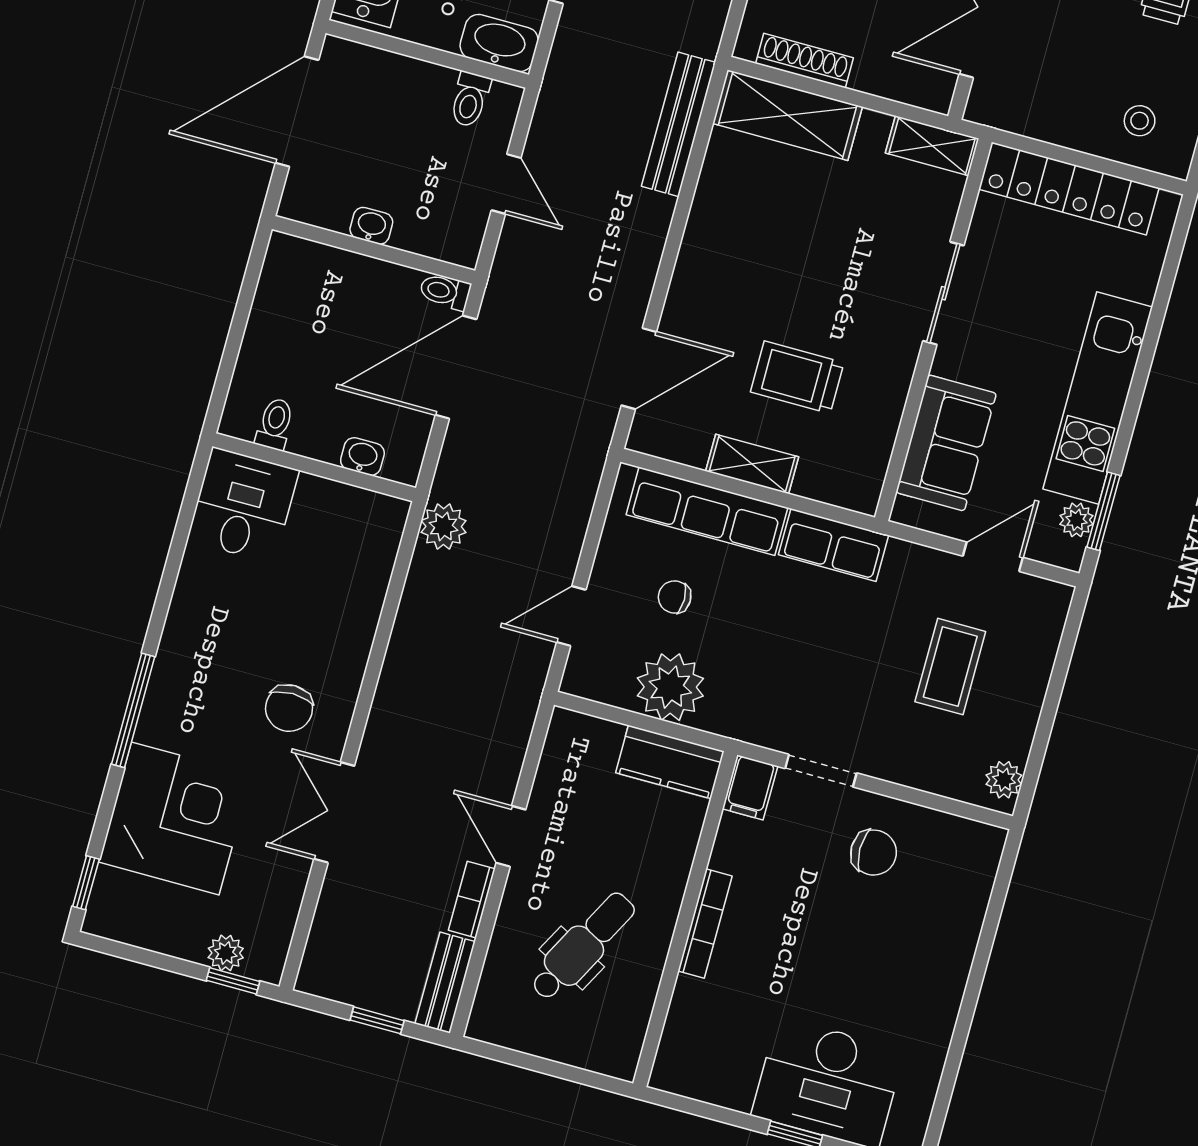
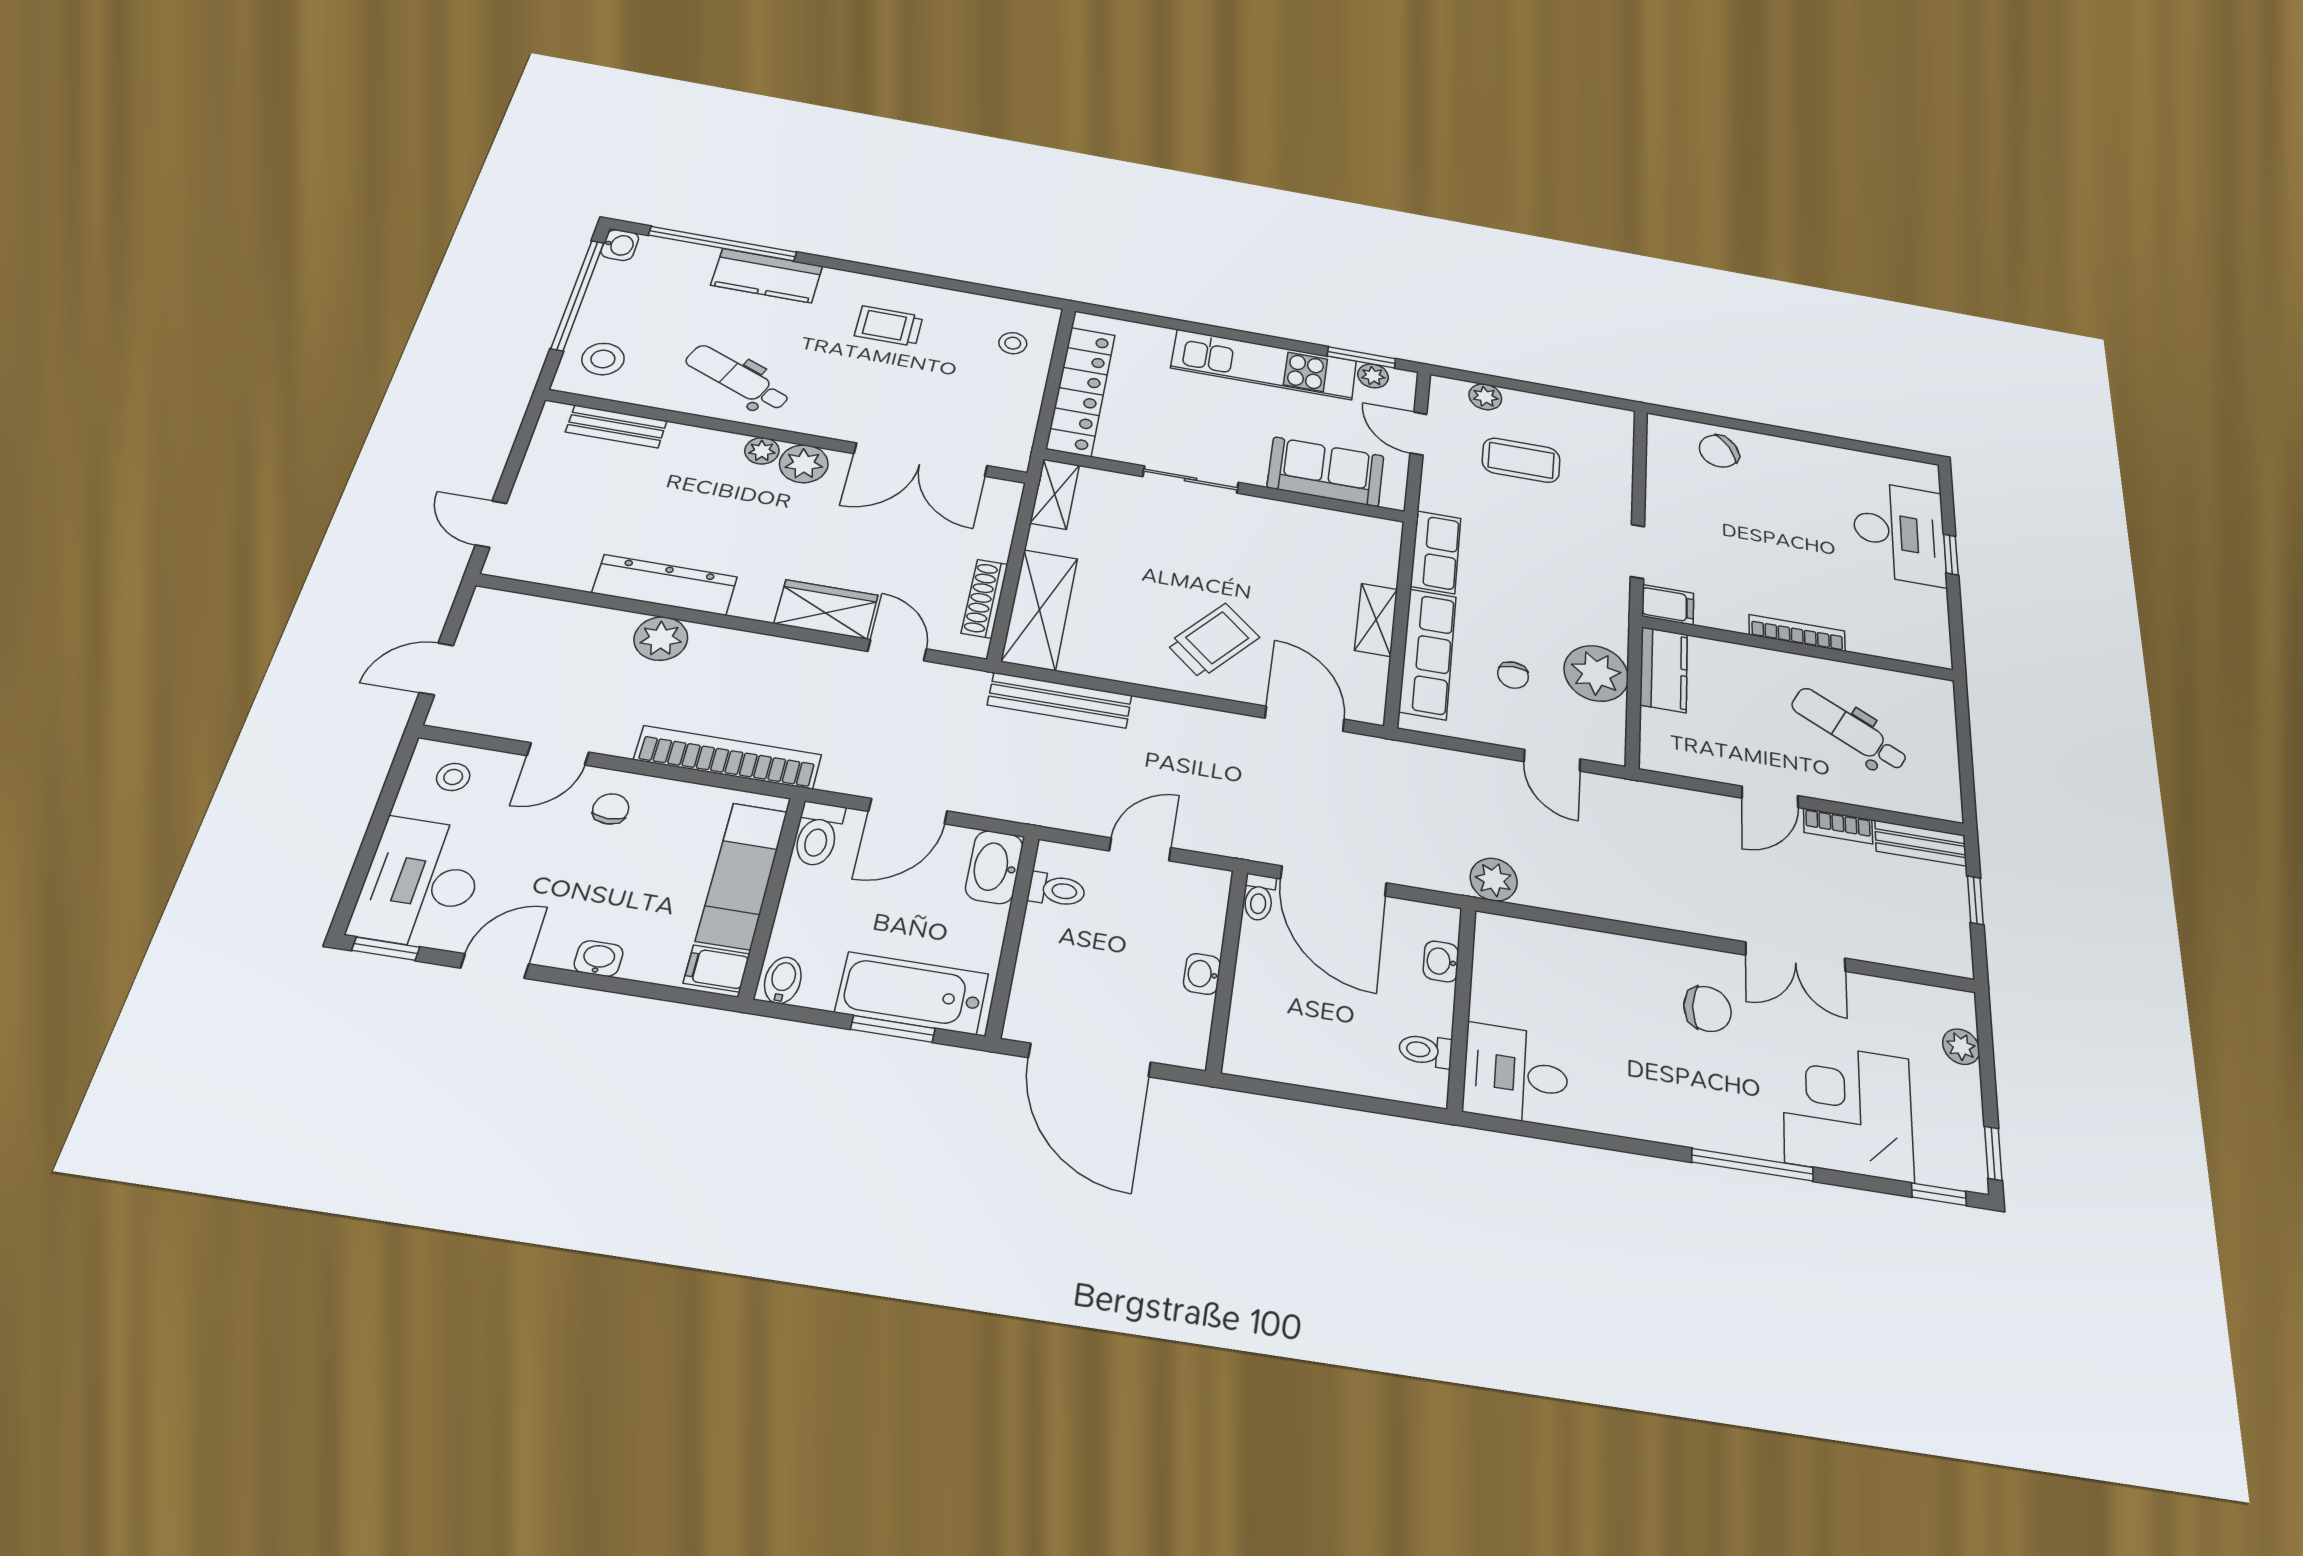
trolley: (797, 377) -> (1213, 641), moved, turned -139
plant: (1004, 780) -> (1485, 397), moved
chair: (874, 853) -> (1719, 451), moved, turned -124
window: (233, 981) -> (1993, 1153), moved

